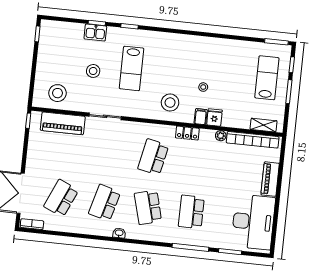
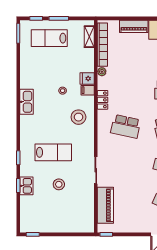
kitchen sink: (195, 43) -> (27, 102), added
stool: (57, 93) -> (80, 212), removed

